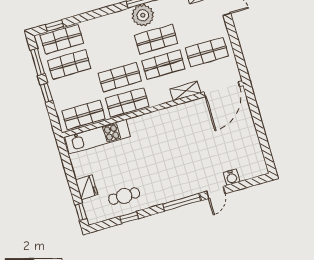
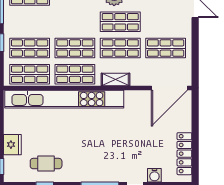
shop shelf: (69, 64) -> (30, 48), moved
shelving: (186, 91) -> (115, 79), moved
kitchen unit: (98, 137) -> (64, 99), width x1.86
locker: (254, 148) -> (184, 154), added

